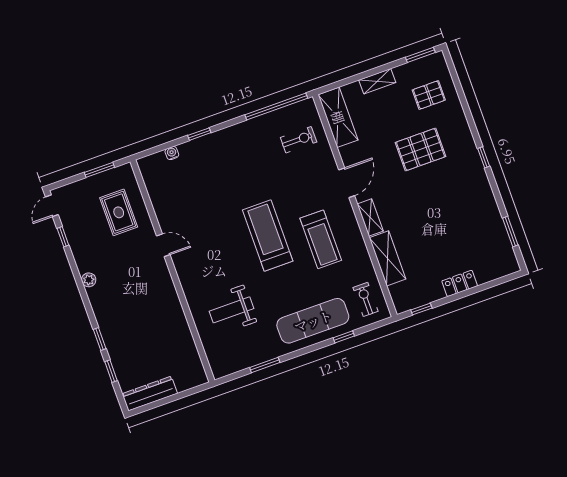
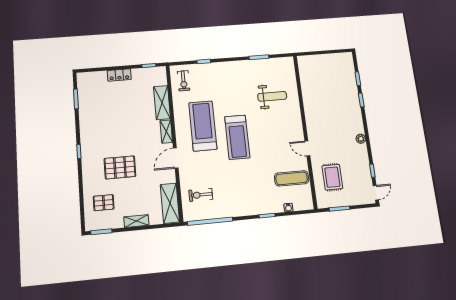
treadmill: (321, 239) -> (203, 126), width x1.37, depth x1.38
exercise mat: (313, 321) -> (292, 178), moved, width x0.73, depth x0.69
dresser: (150, 394) -> (336, 59), removed

